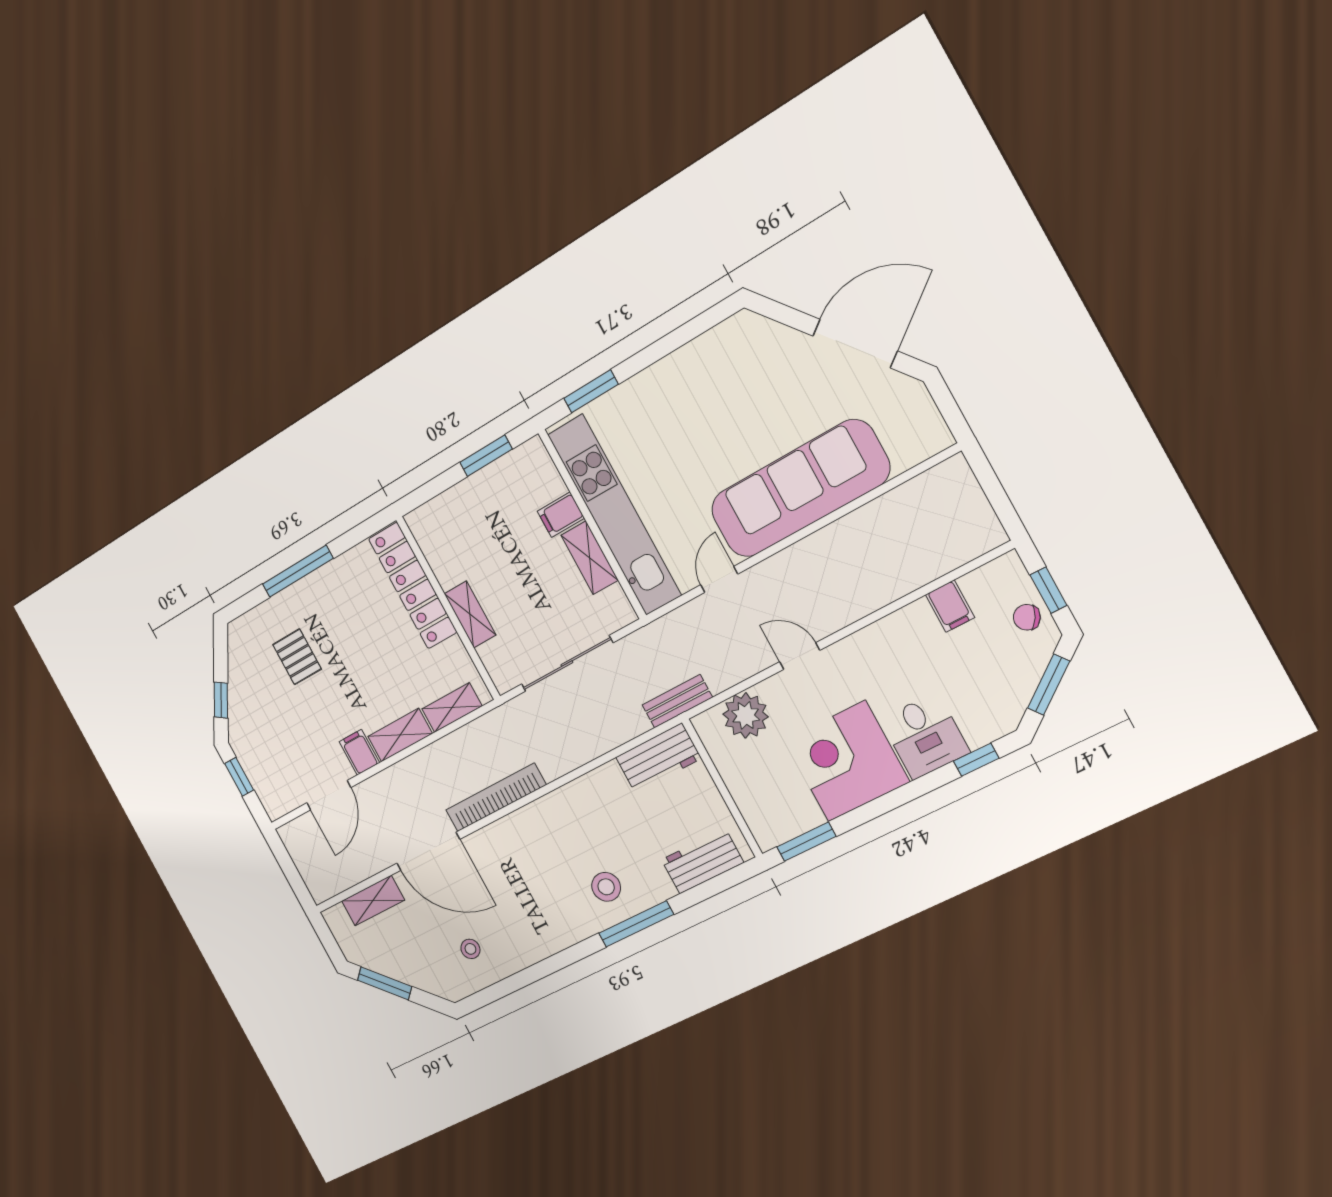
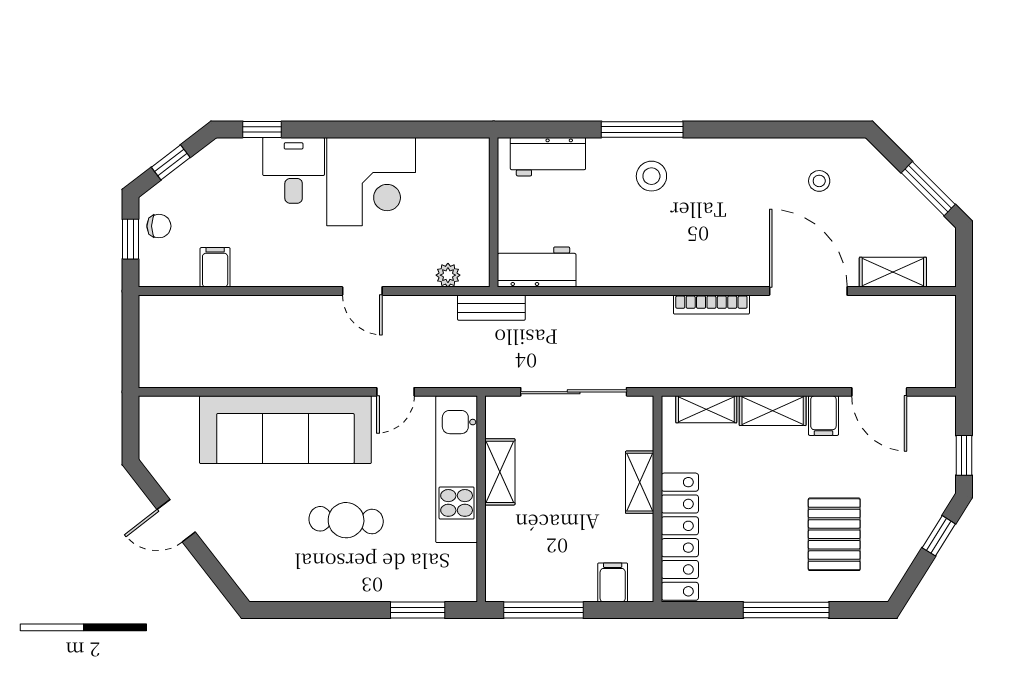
door: (855, 344) -> (176, 521), width x0.53
cafe table: (699, 436) -> (346, 520), added
window: (486, 456) -> (544, 610), width x1.44
filing cabinet: (561, 515) -> (613, 583), moved, turned -90
kitchen unit: (614, 515) -> (457, 469), width x0.73
chair: (1027, 617) -> (159, 226), turned -30
pallet: (297, 657) -> (834, 534), width x1.50, depth x1.42
window: (1049, 685) -> (171, 162), width x0.67
plant: (746, 715) -> (448, 275), width x0.53, depth x0.53
door: (329, 795) -> (879, 392), swing flipped
bookcase: (496, 798) -> (711, 304), width x0.68, depth x0.76
window: (806, 842) -> (445, 129), removed

